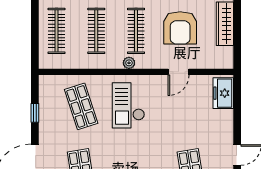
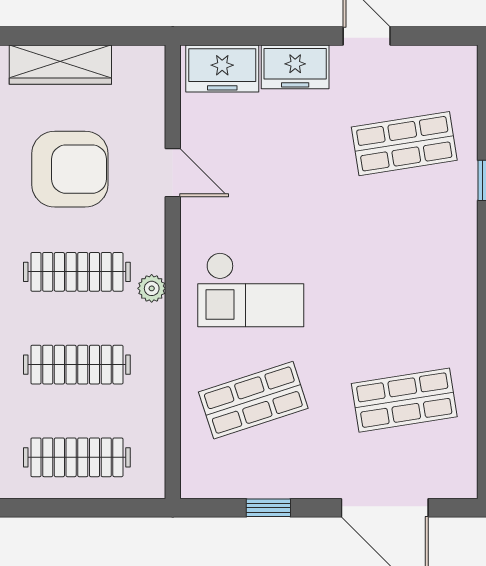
freezer: (224, 124) -> (295, 67), added

